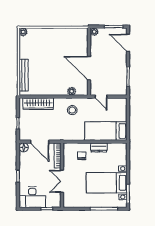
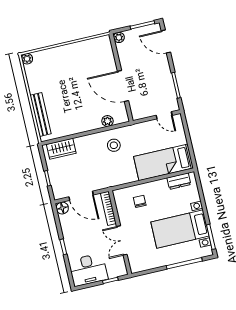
door: (101, 97) -> (164, 115), moved
wardrobe: (38, 104) -> (61, 149), width x0.67
dresser: (99, 147) -> (179, 181), moved

